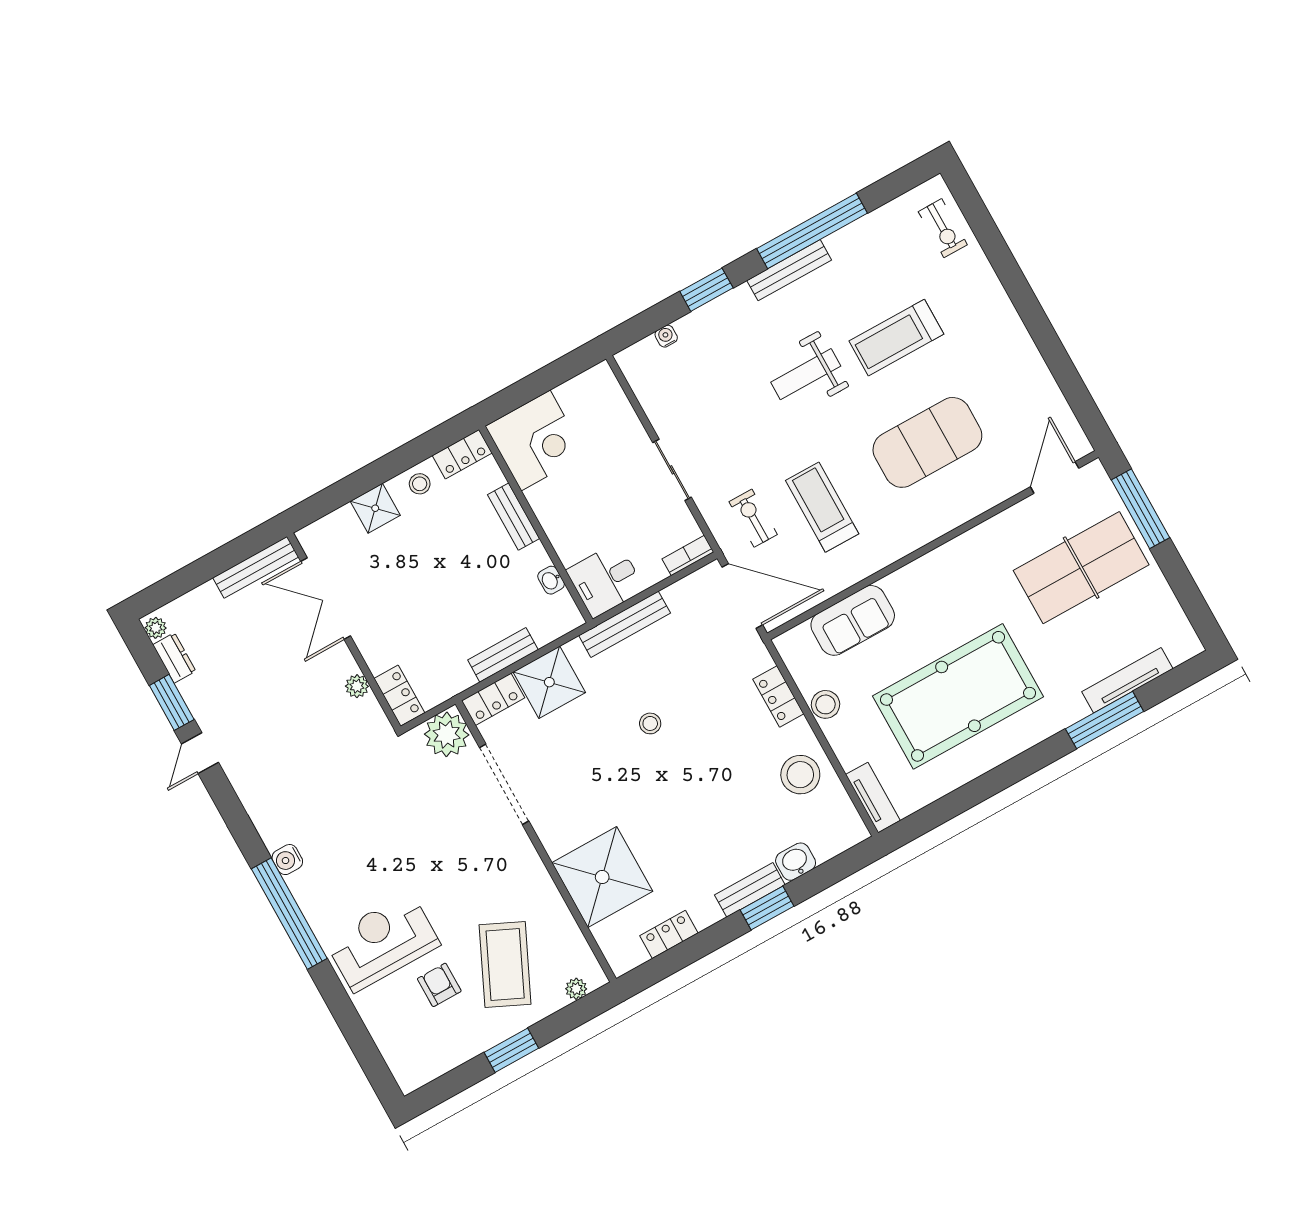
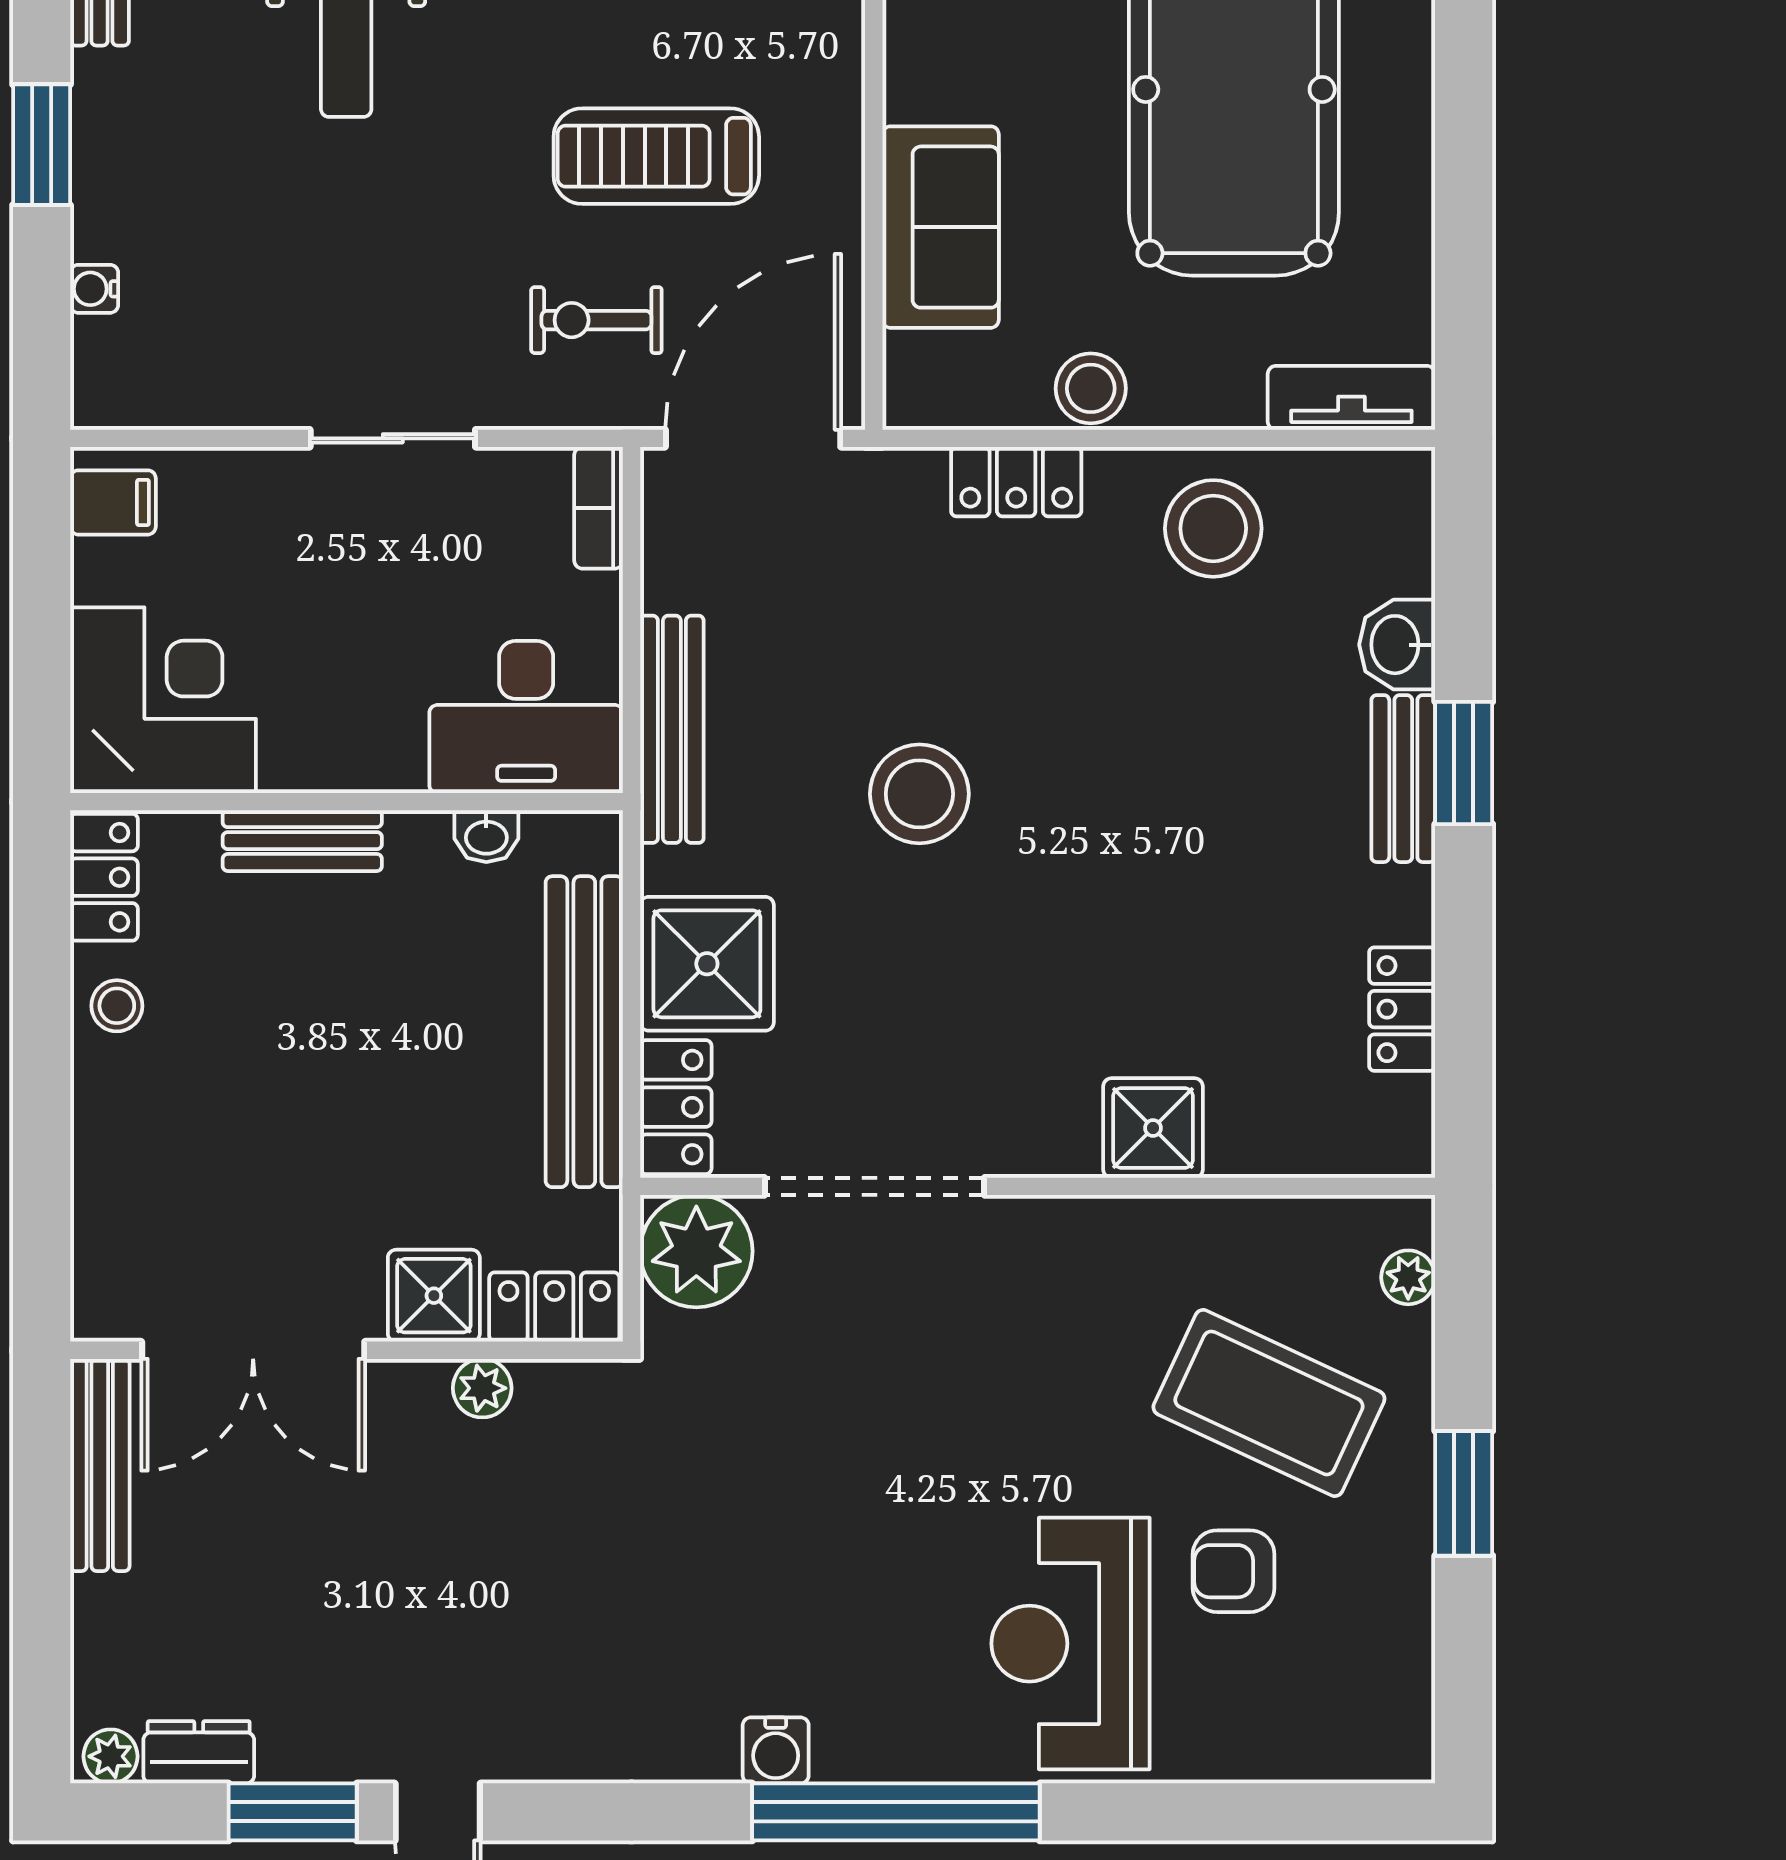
filing cabinet: (595, 384) -> (113, 502), added
shower: (375, 508) -> (434, 1296), moved
desk: (606, 580) -> (526, 717), width x1.37
bench: (503, 655) -> (584, 1032), width x1.86, depth x1.21
stool: (650, 723) -> (919, 794), width x1.89, depth x1.89
shower: (602, 877) -> (1153, 1128), width x0.54, depth x0.54

